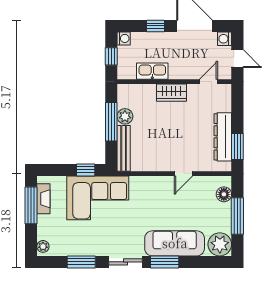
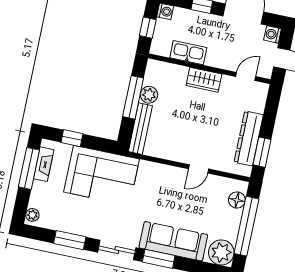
window: (86, 170) -> (72, 138), moved
window: (237, 216) -> (246, 226), width x1.46

